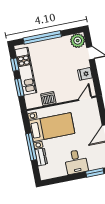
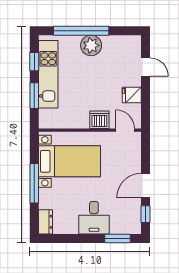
plant: (78, 41) -> (91, 45), moved
dishwasher: (48, 99) -> (99, 120), moved
door: (85, 99) -> (125, 130), hinge flipped
dresser: (41, 157) -> (46, 222), moved

